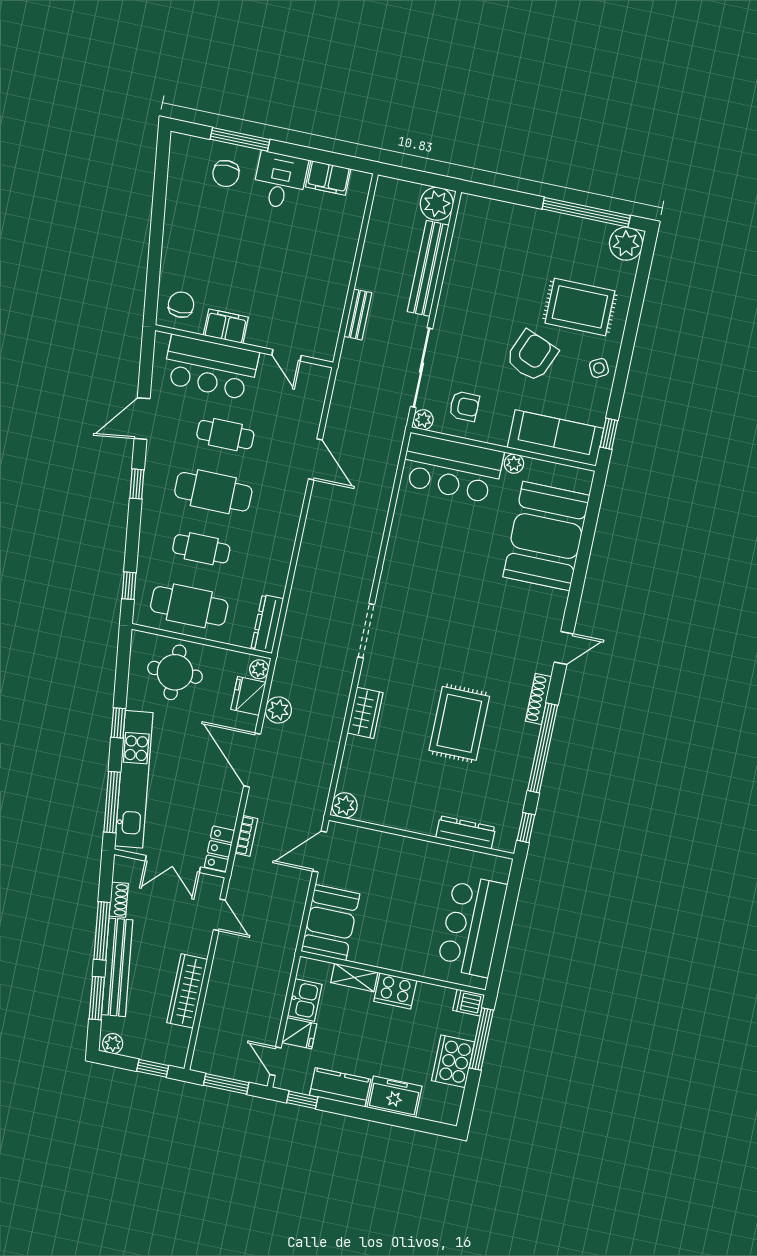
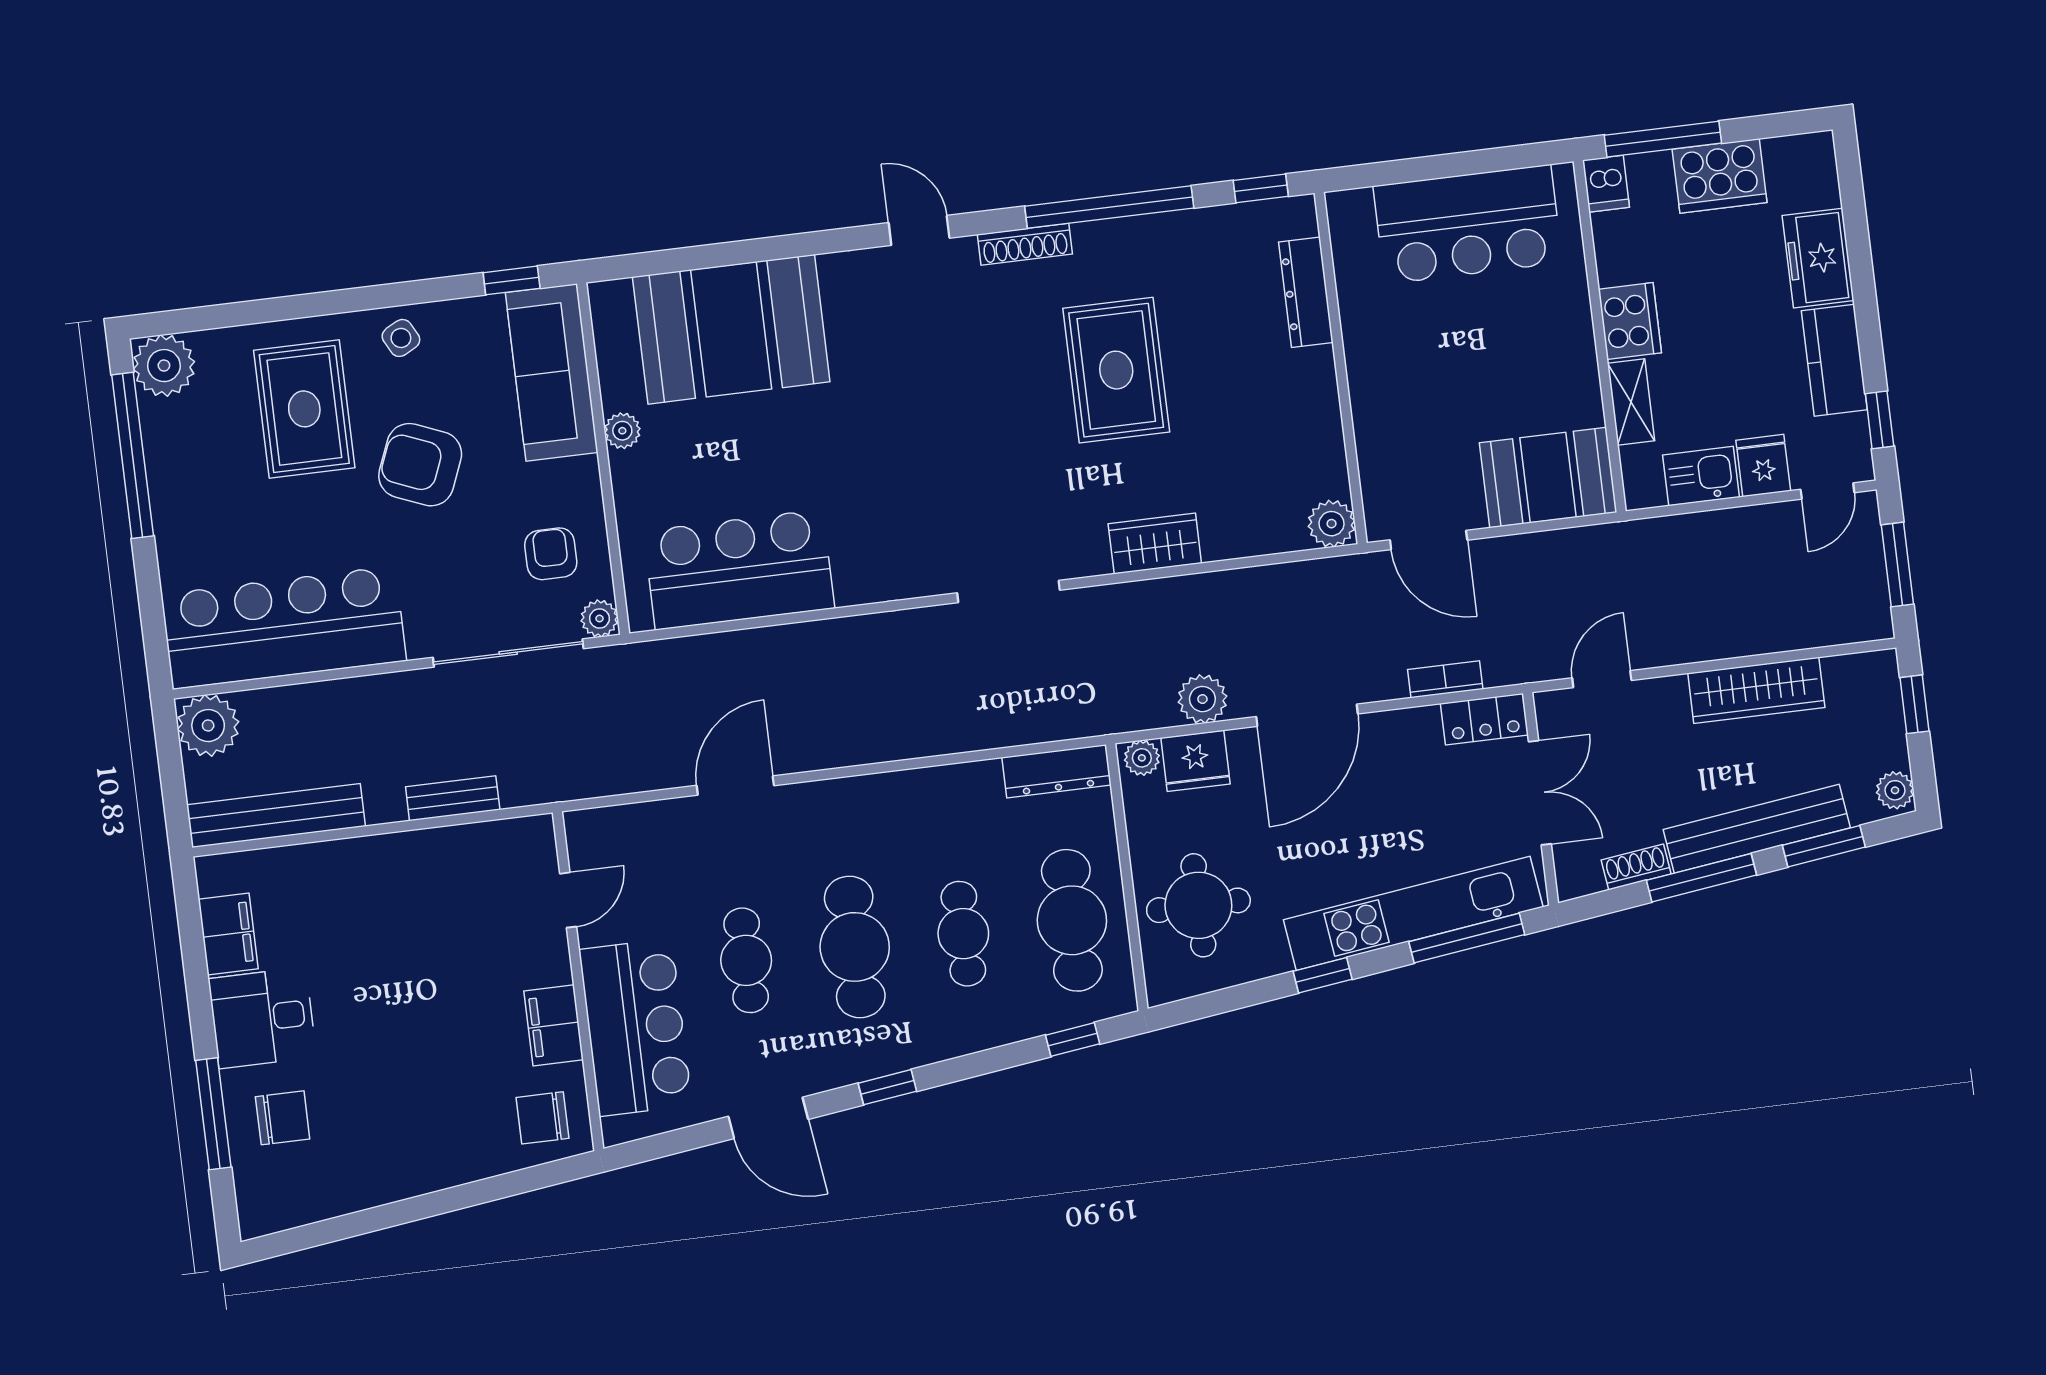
bar counter: (473, 259) -> (284, 628), added
bench: (428, 268) -> (276, 816), moved
bar counter: (452, 468) -> (739, 570), moved, turned -90
rug: (459, 723) -> (1116, 370), turned 90

